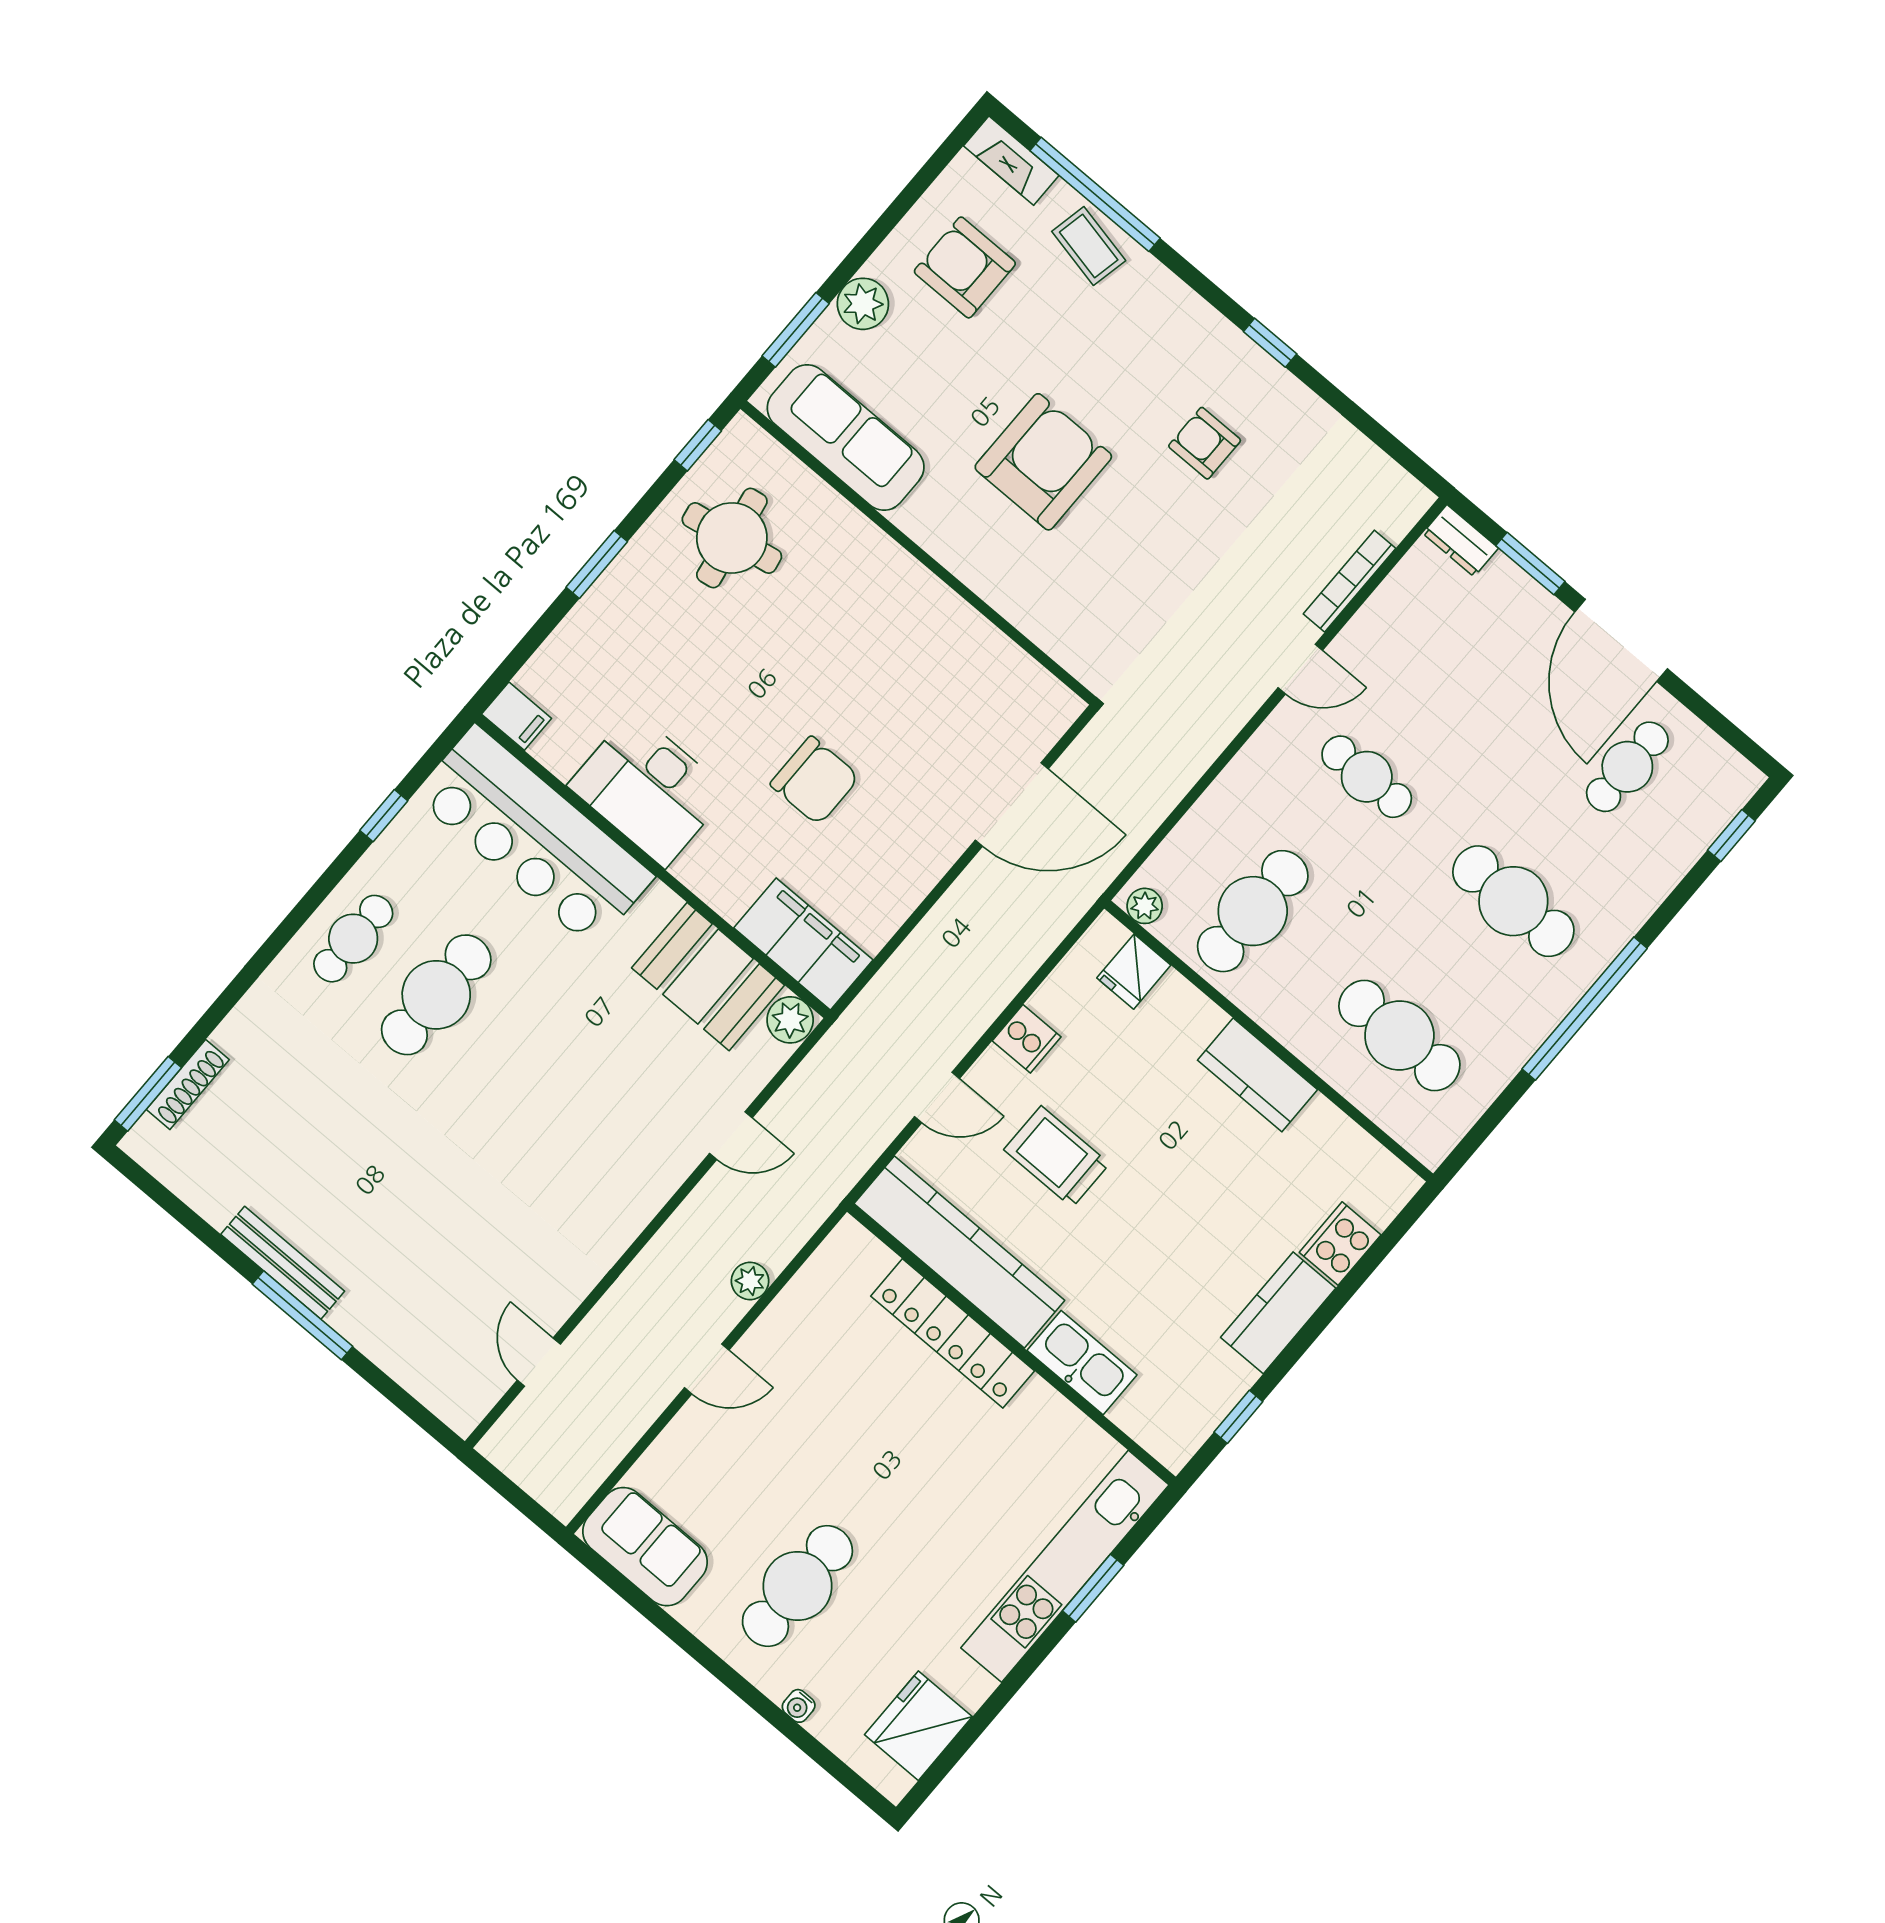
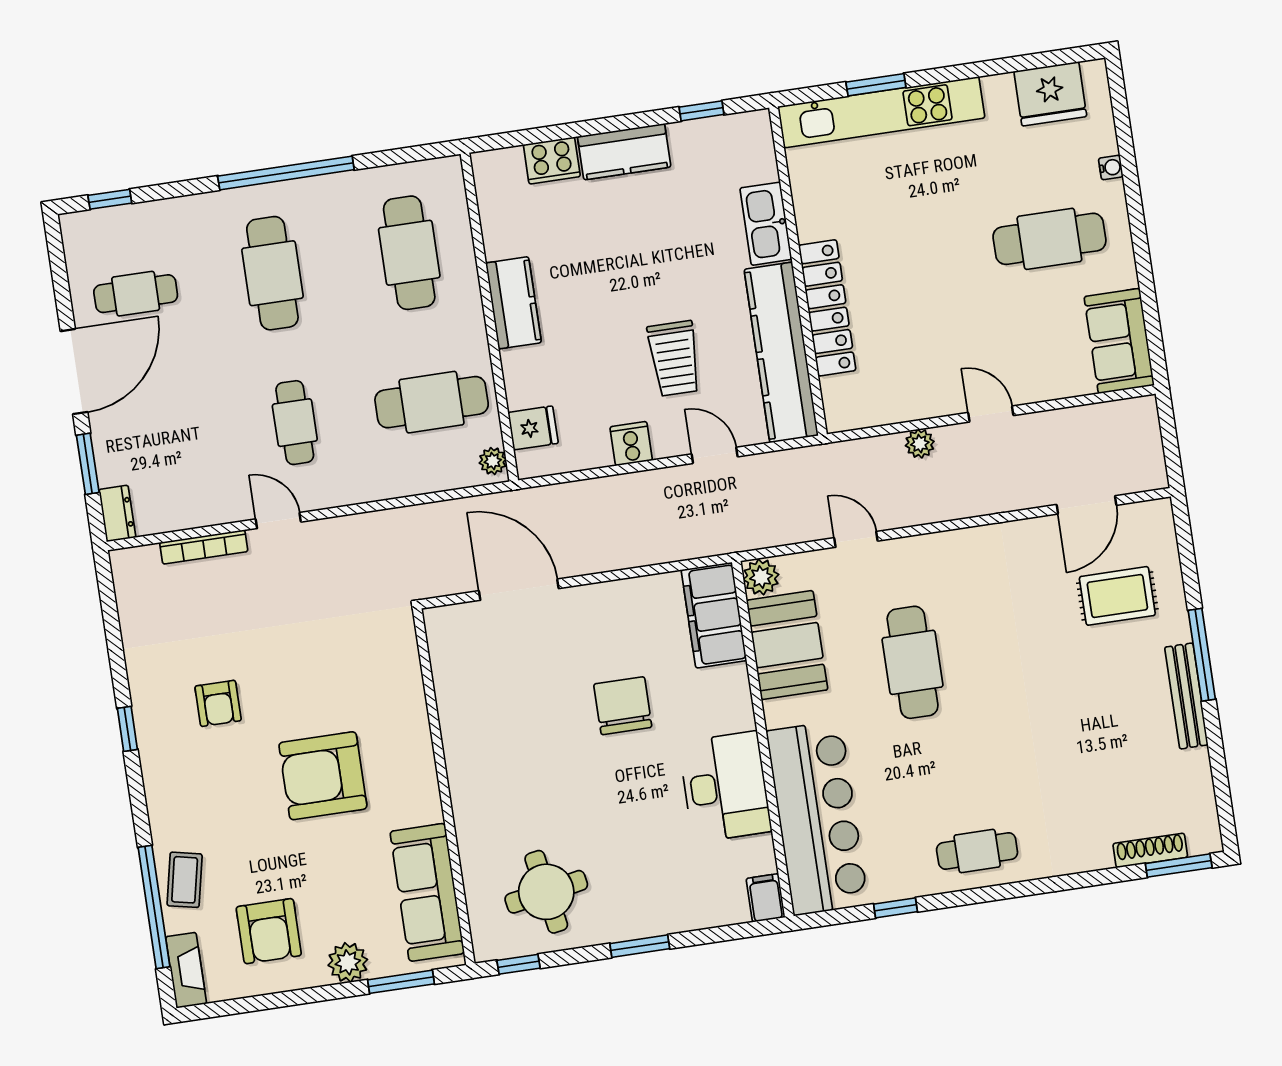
cafe table: (436, 995) -> (913, 662), moved, turned 90
rug: (433, 1301) -> (1117, 596), added
door: (539, 1362) -> (1086, 505), width x1.38

